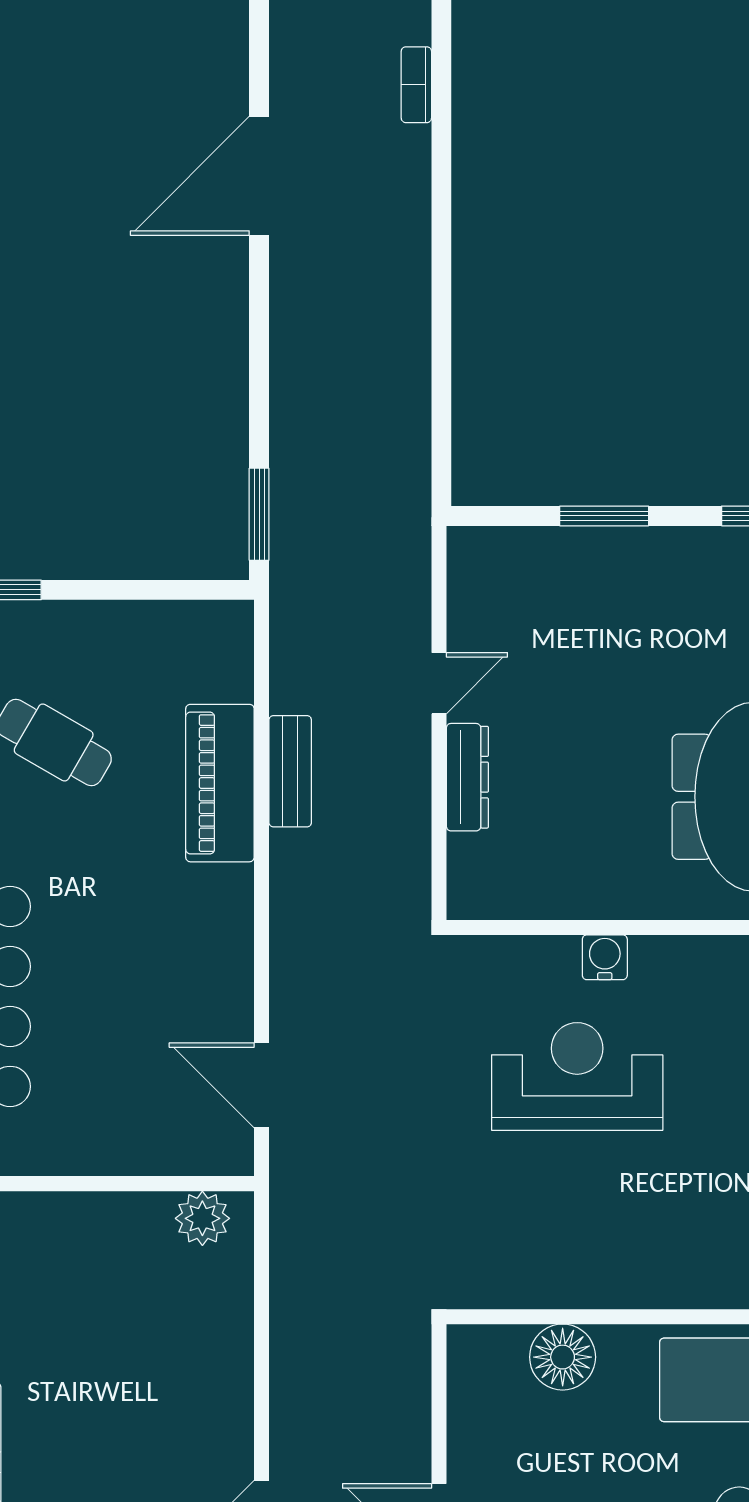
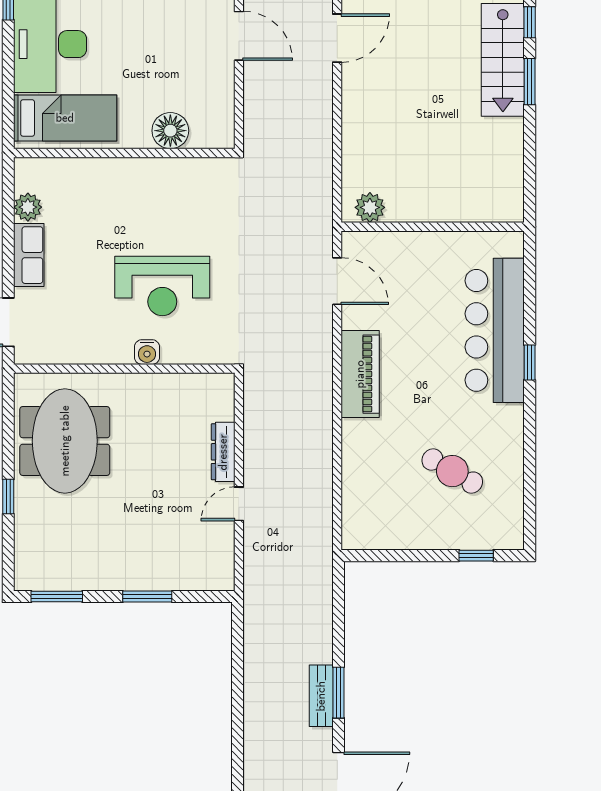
window: (259, 514) -> (338, 693), moved
bench: (290, 771) -> (321, 696), moved
piano: (220, 783) -> (360, 374), moved

